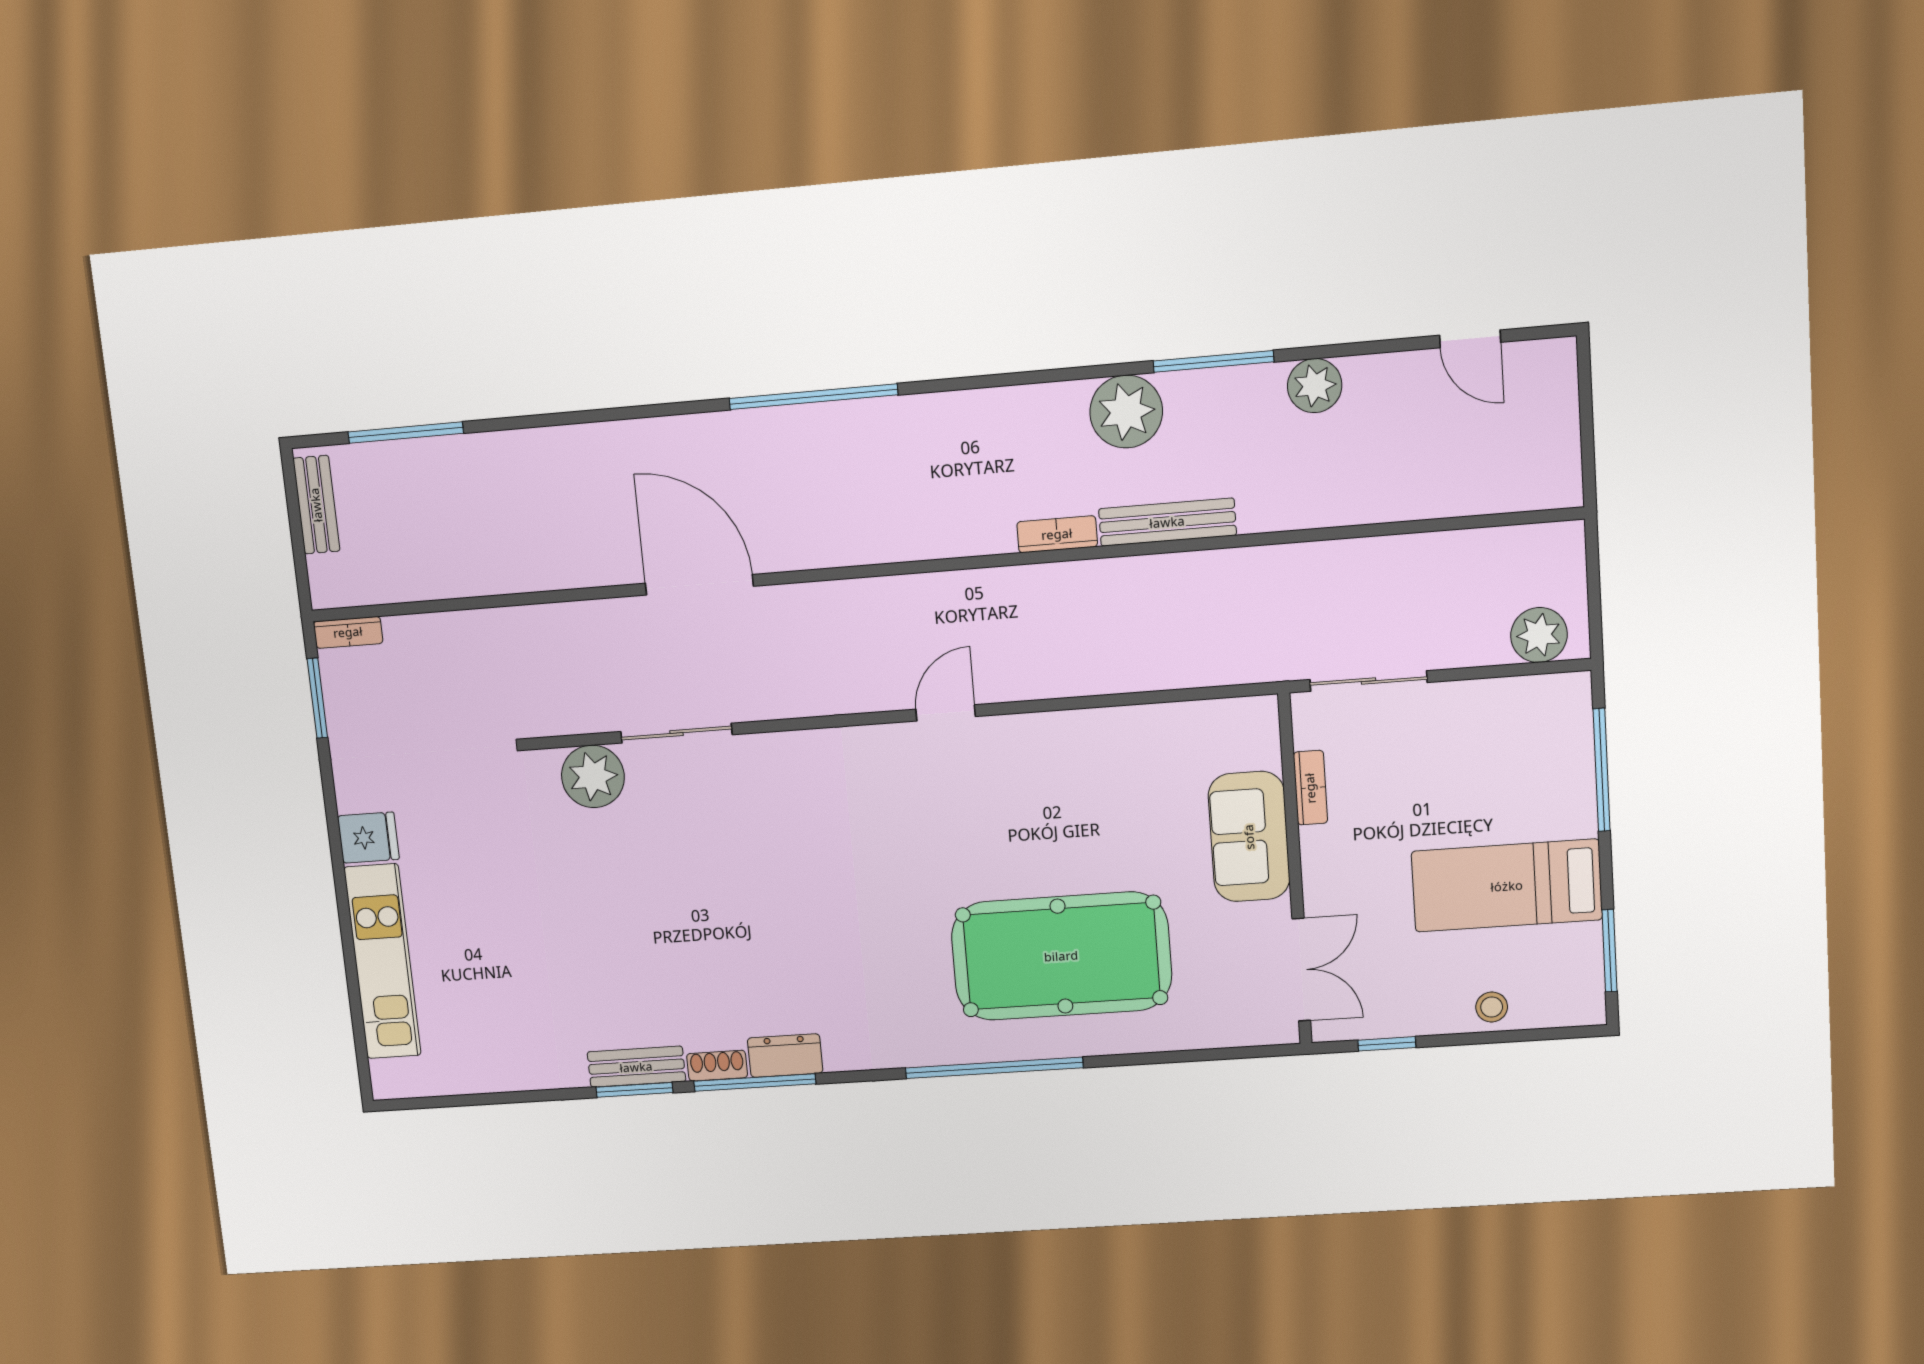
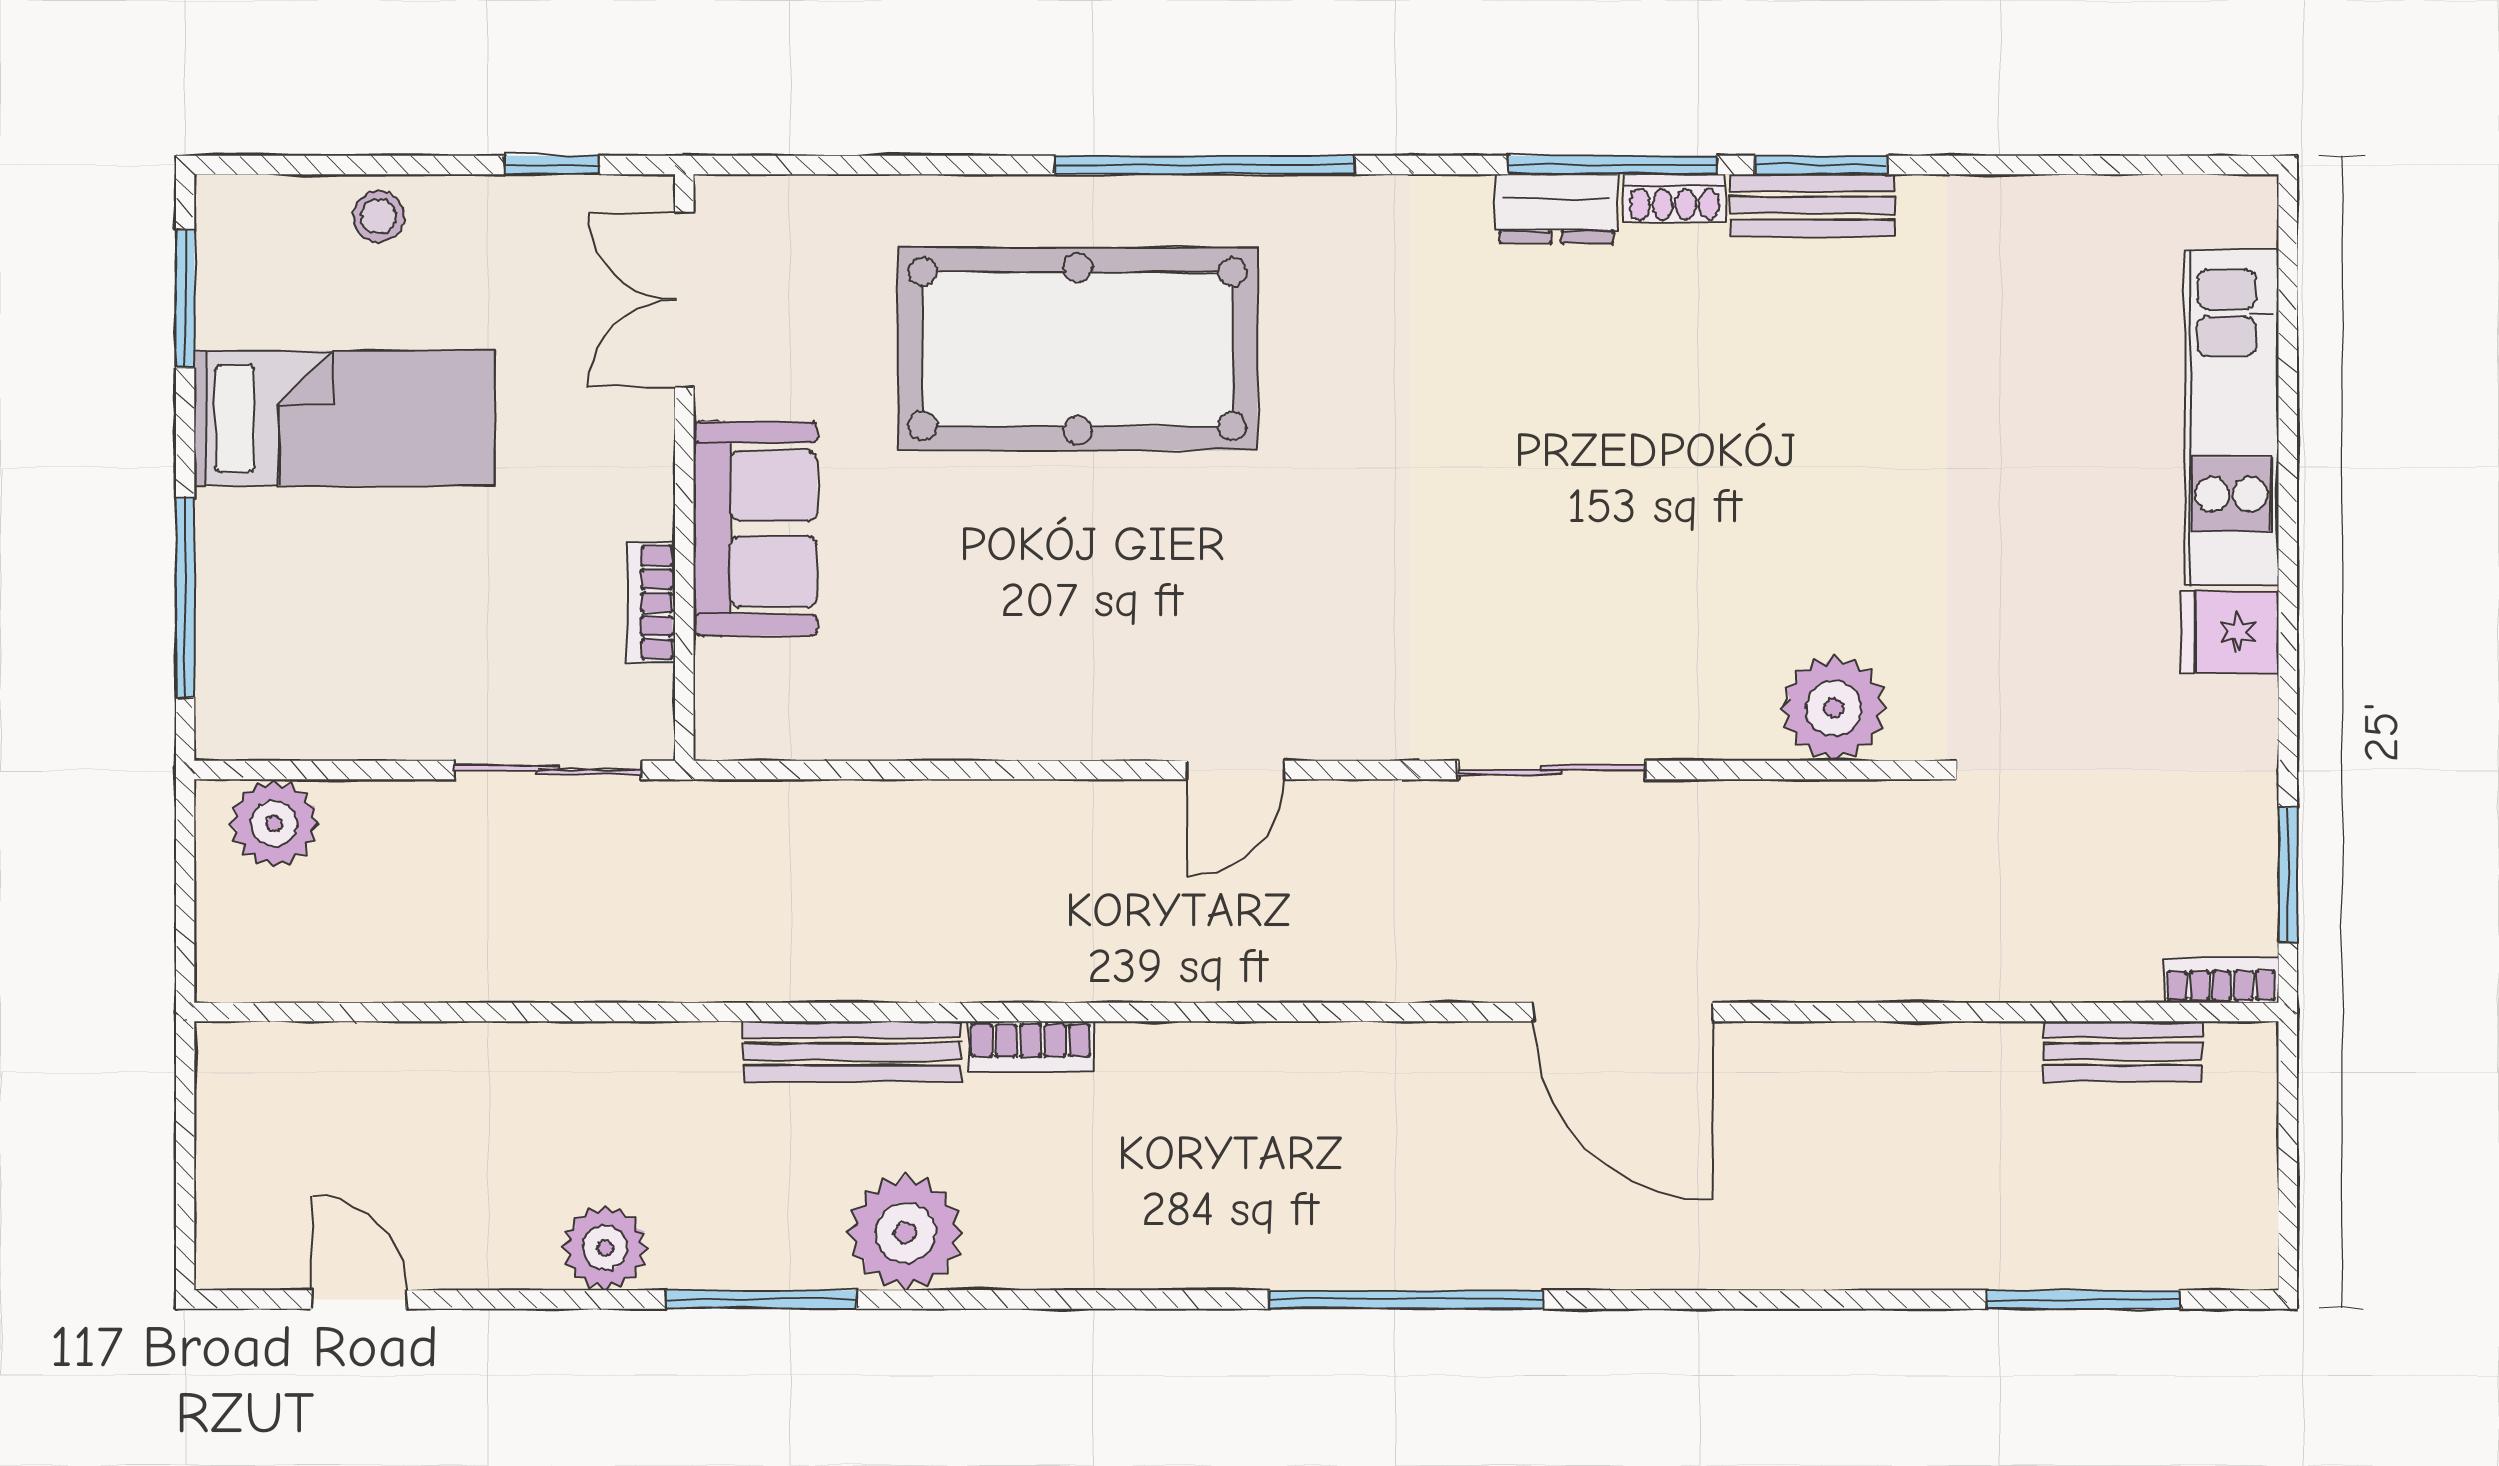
bench: (316, 505) -> (2123, 1051), moved, turned 90
sliding door: (676, 733) -> (1552, 770), moved

